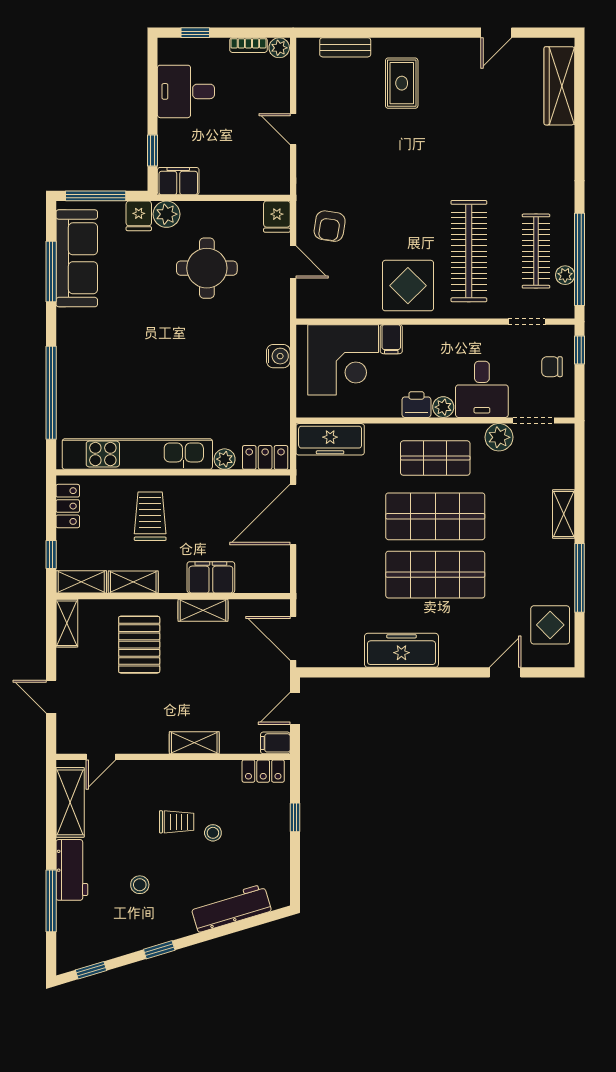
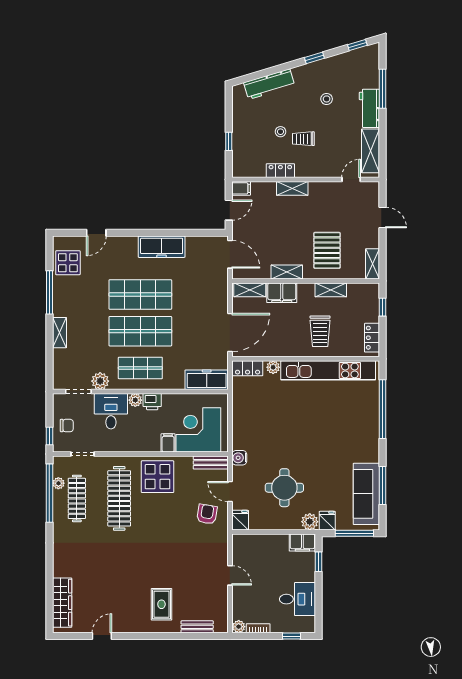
bench: (324, 308) -> (211, 462), added
water cooler: (278, 356) -> (239, 458), moved
shelving: (81, 582) -> (250, 290), moved
locker: (263, 771) -> (280, 171), moved

